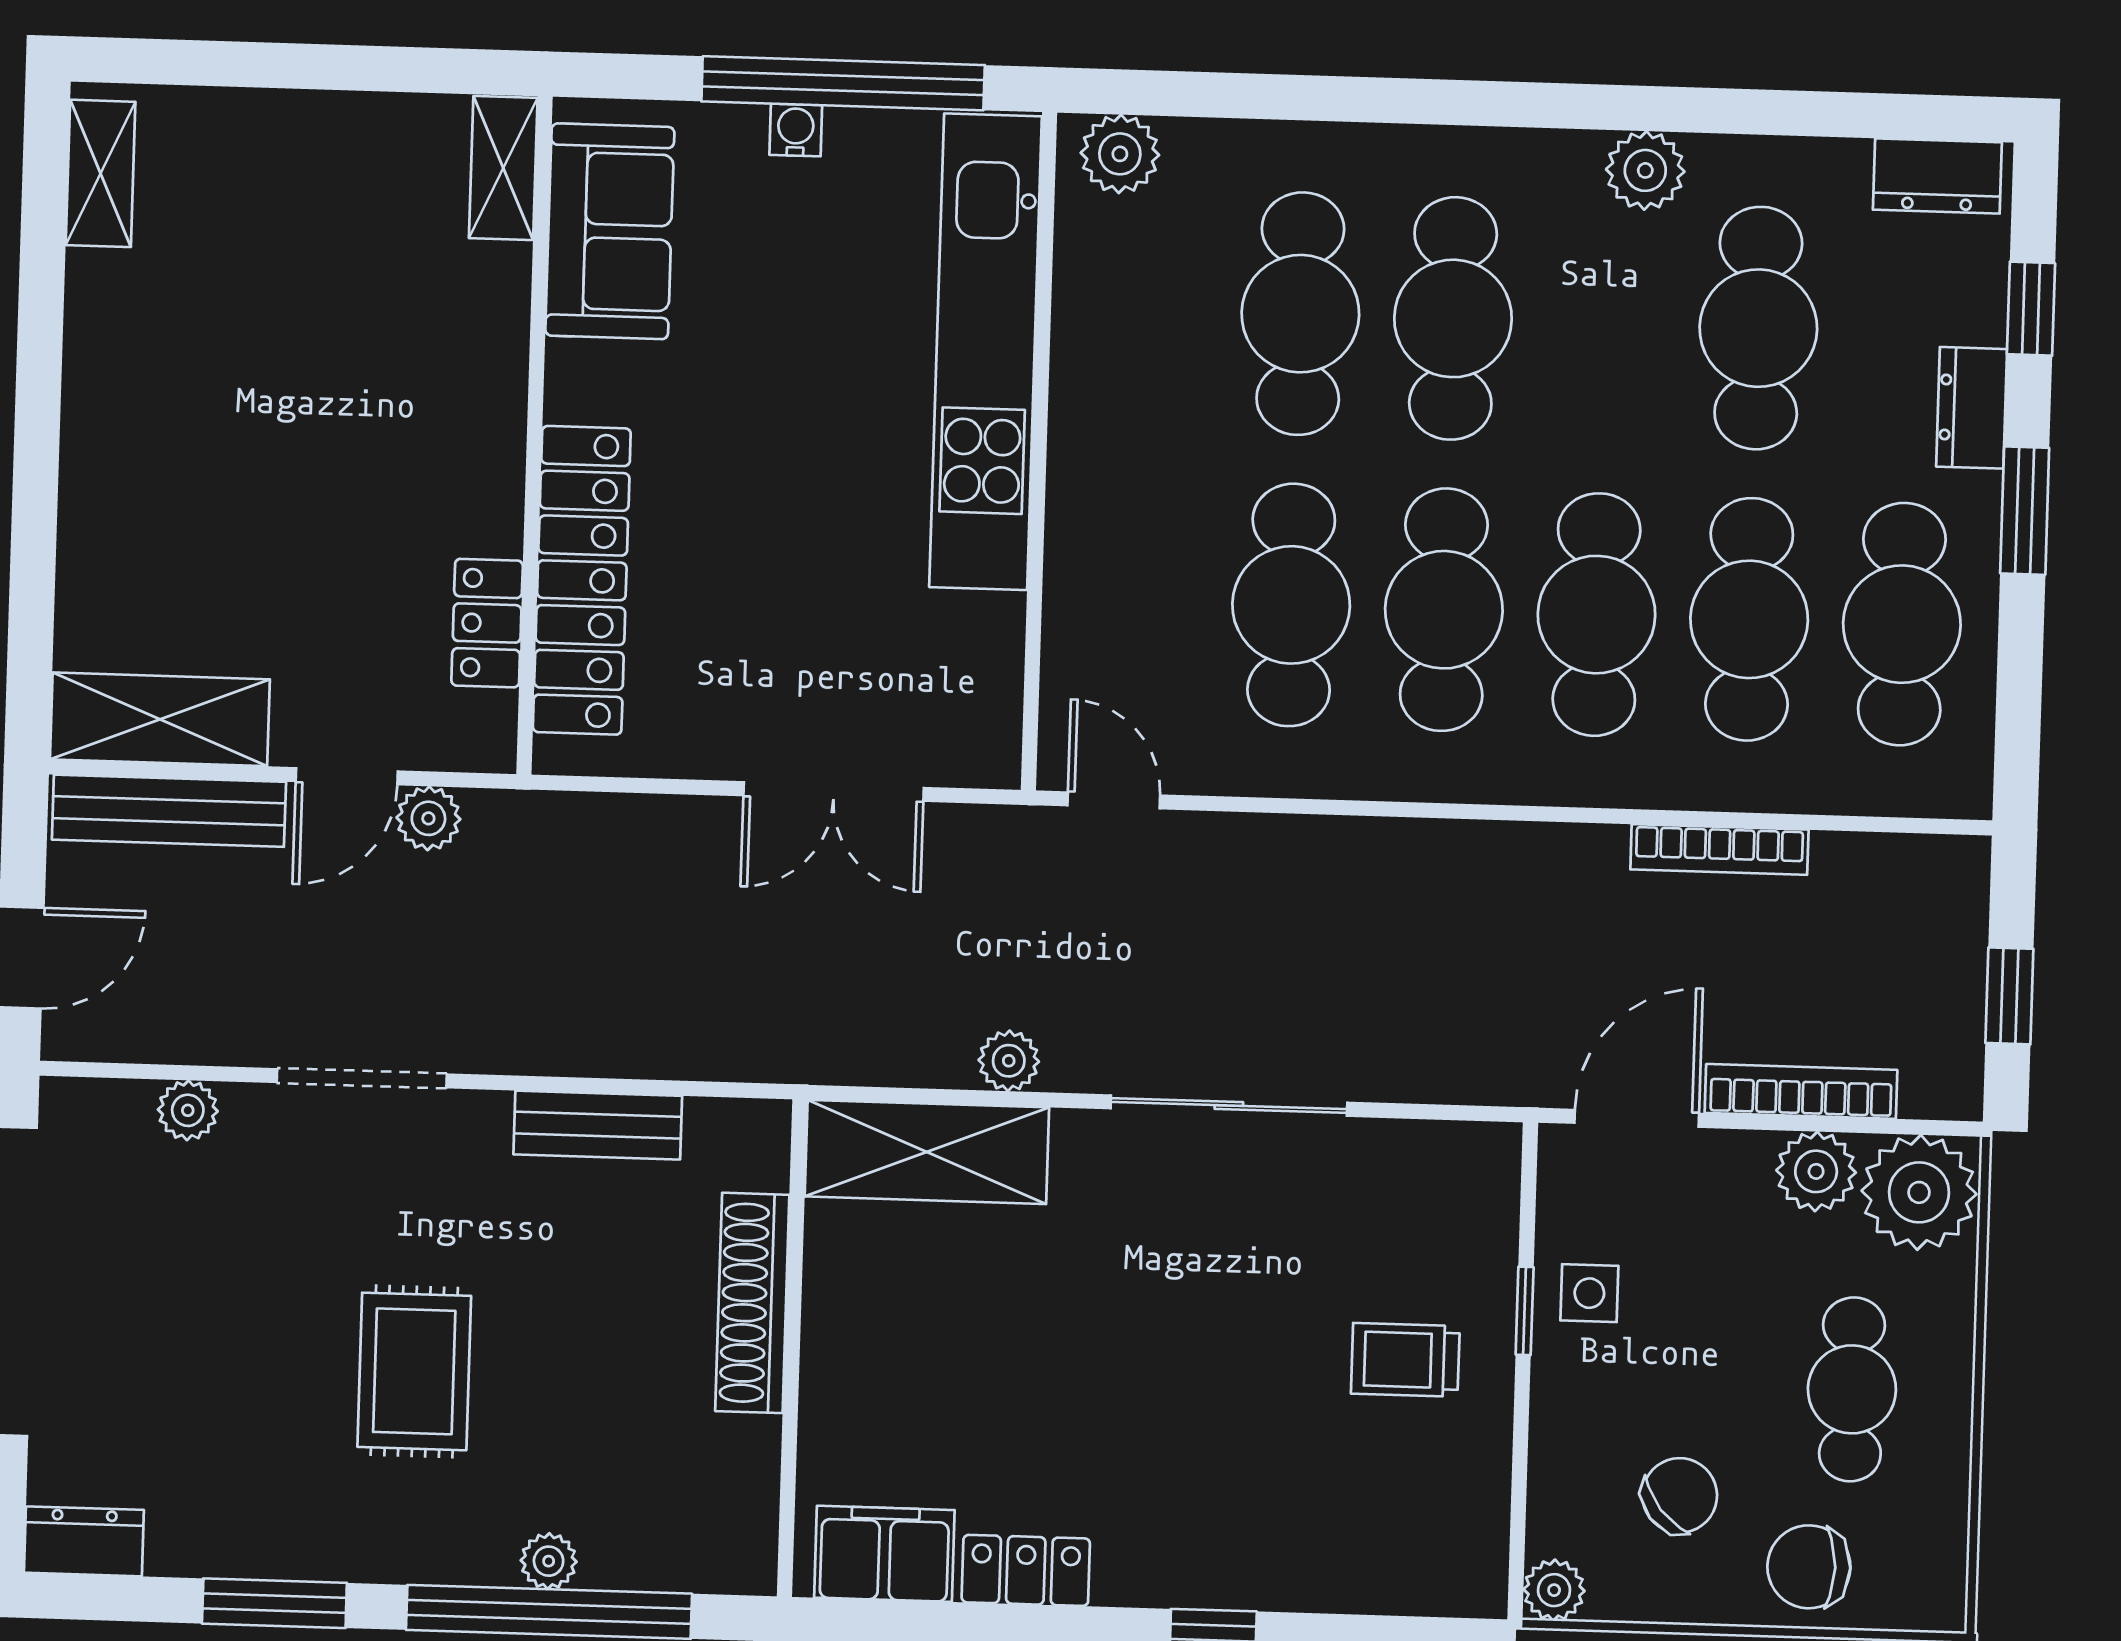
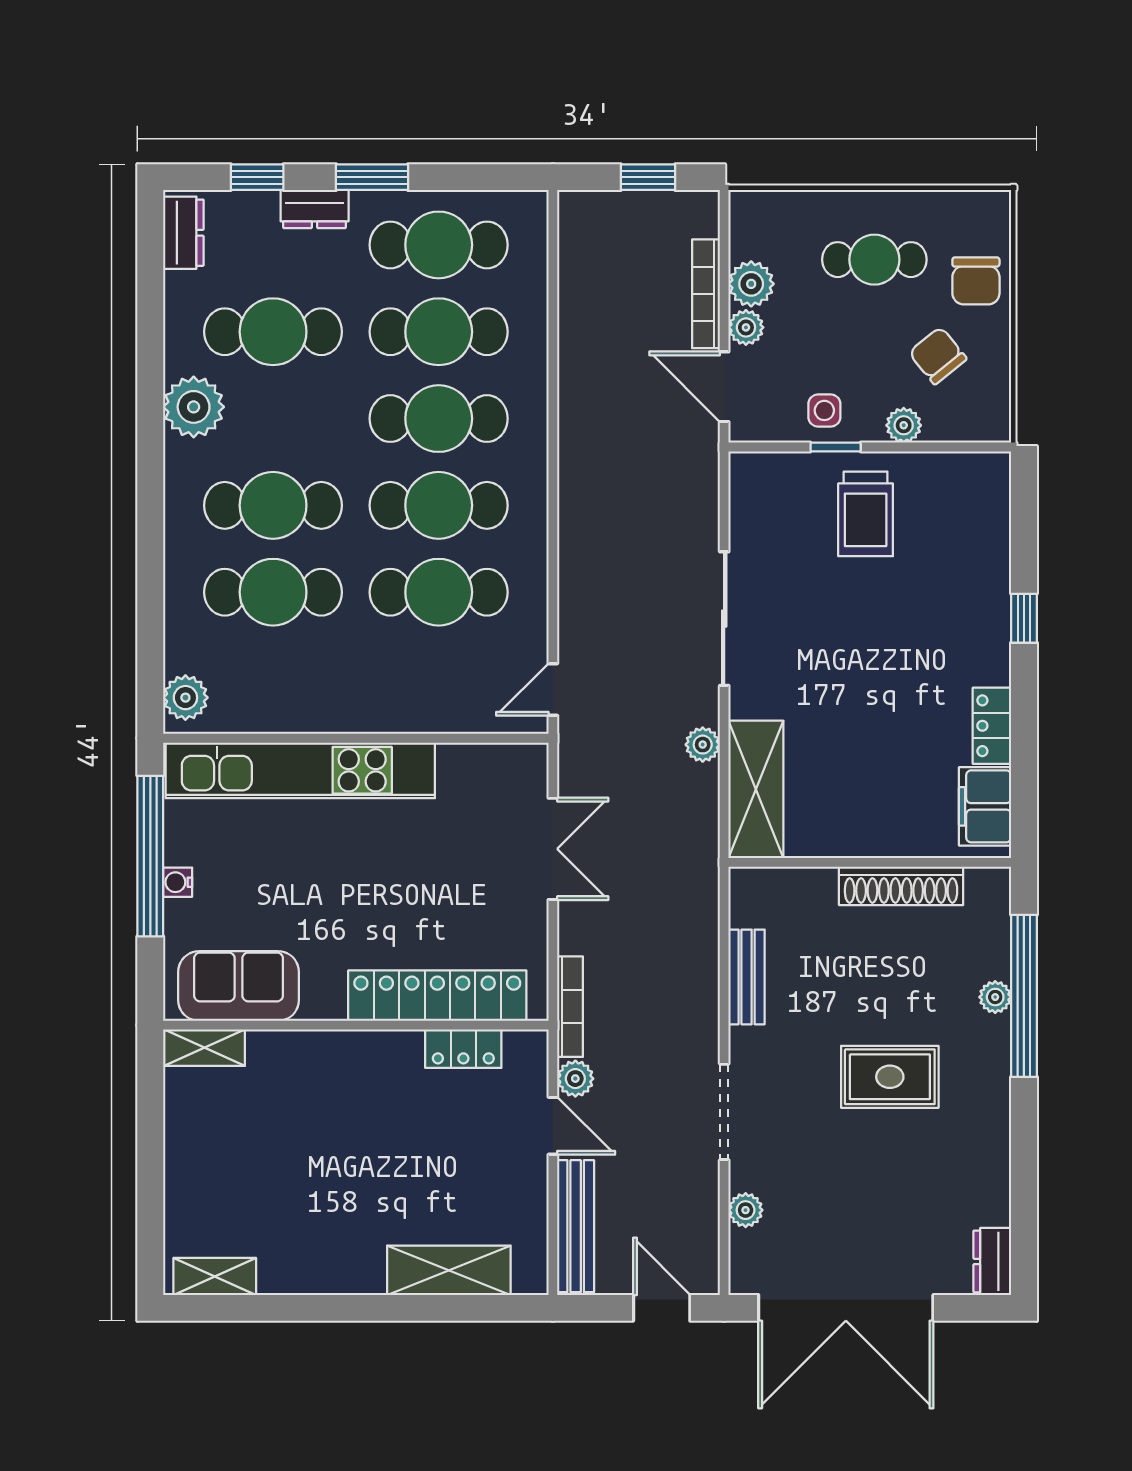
plant: (1645, 170) -> (194, 407), width x1.36, depth x1.36
shelving: (160, 719) -> (449, 1270), moved, turned 90
bookcase: (1719, 850) -> (570, 1007), moved
plant: (1919, 1192) -> (746, 327), moved, width x0.53, depth x0.53
shoe rack: (752, 1303) -> (901, 886), moved
trolley: (1405, 1360) -> (866, 514), width x1.36, depth x1.39
plant: (1554, 1590) -> (904, 425), moved
window: (274, 1603) -> (1024, 1152), removed

